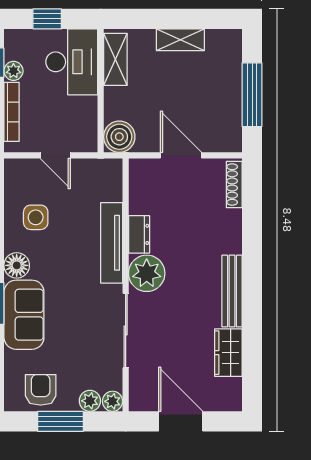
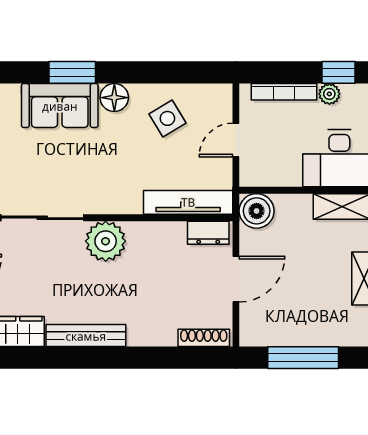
side table: (36, 217) -> (167, 118), turned -31
dresser: (139, 234) -> (208, 233), moved
tv unit: (112, 243) -> (188, 202), moved

